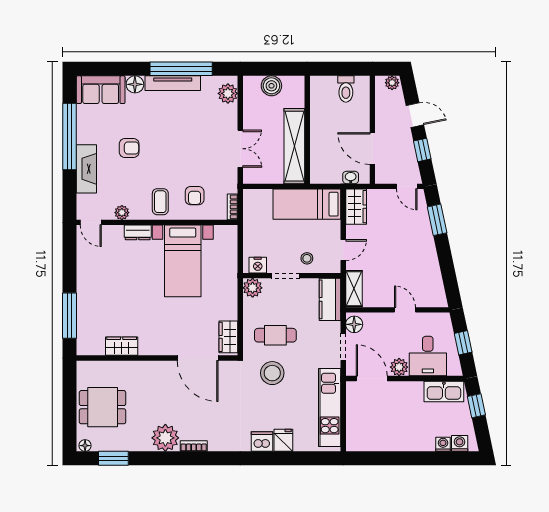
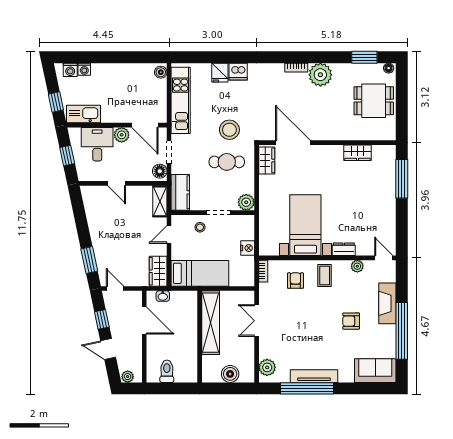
floor lamp: (135, 84) -> (346, 375), removed
nightstand: (258, 265) -> (248, 248), moved, turned 90
boiler: (353, 441) -> (161, 72), added

